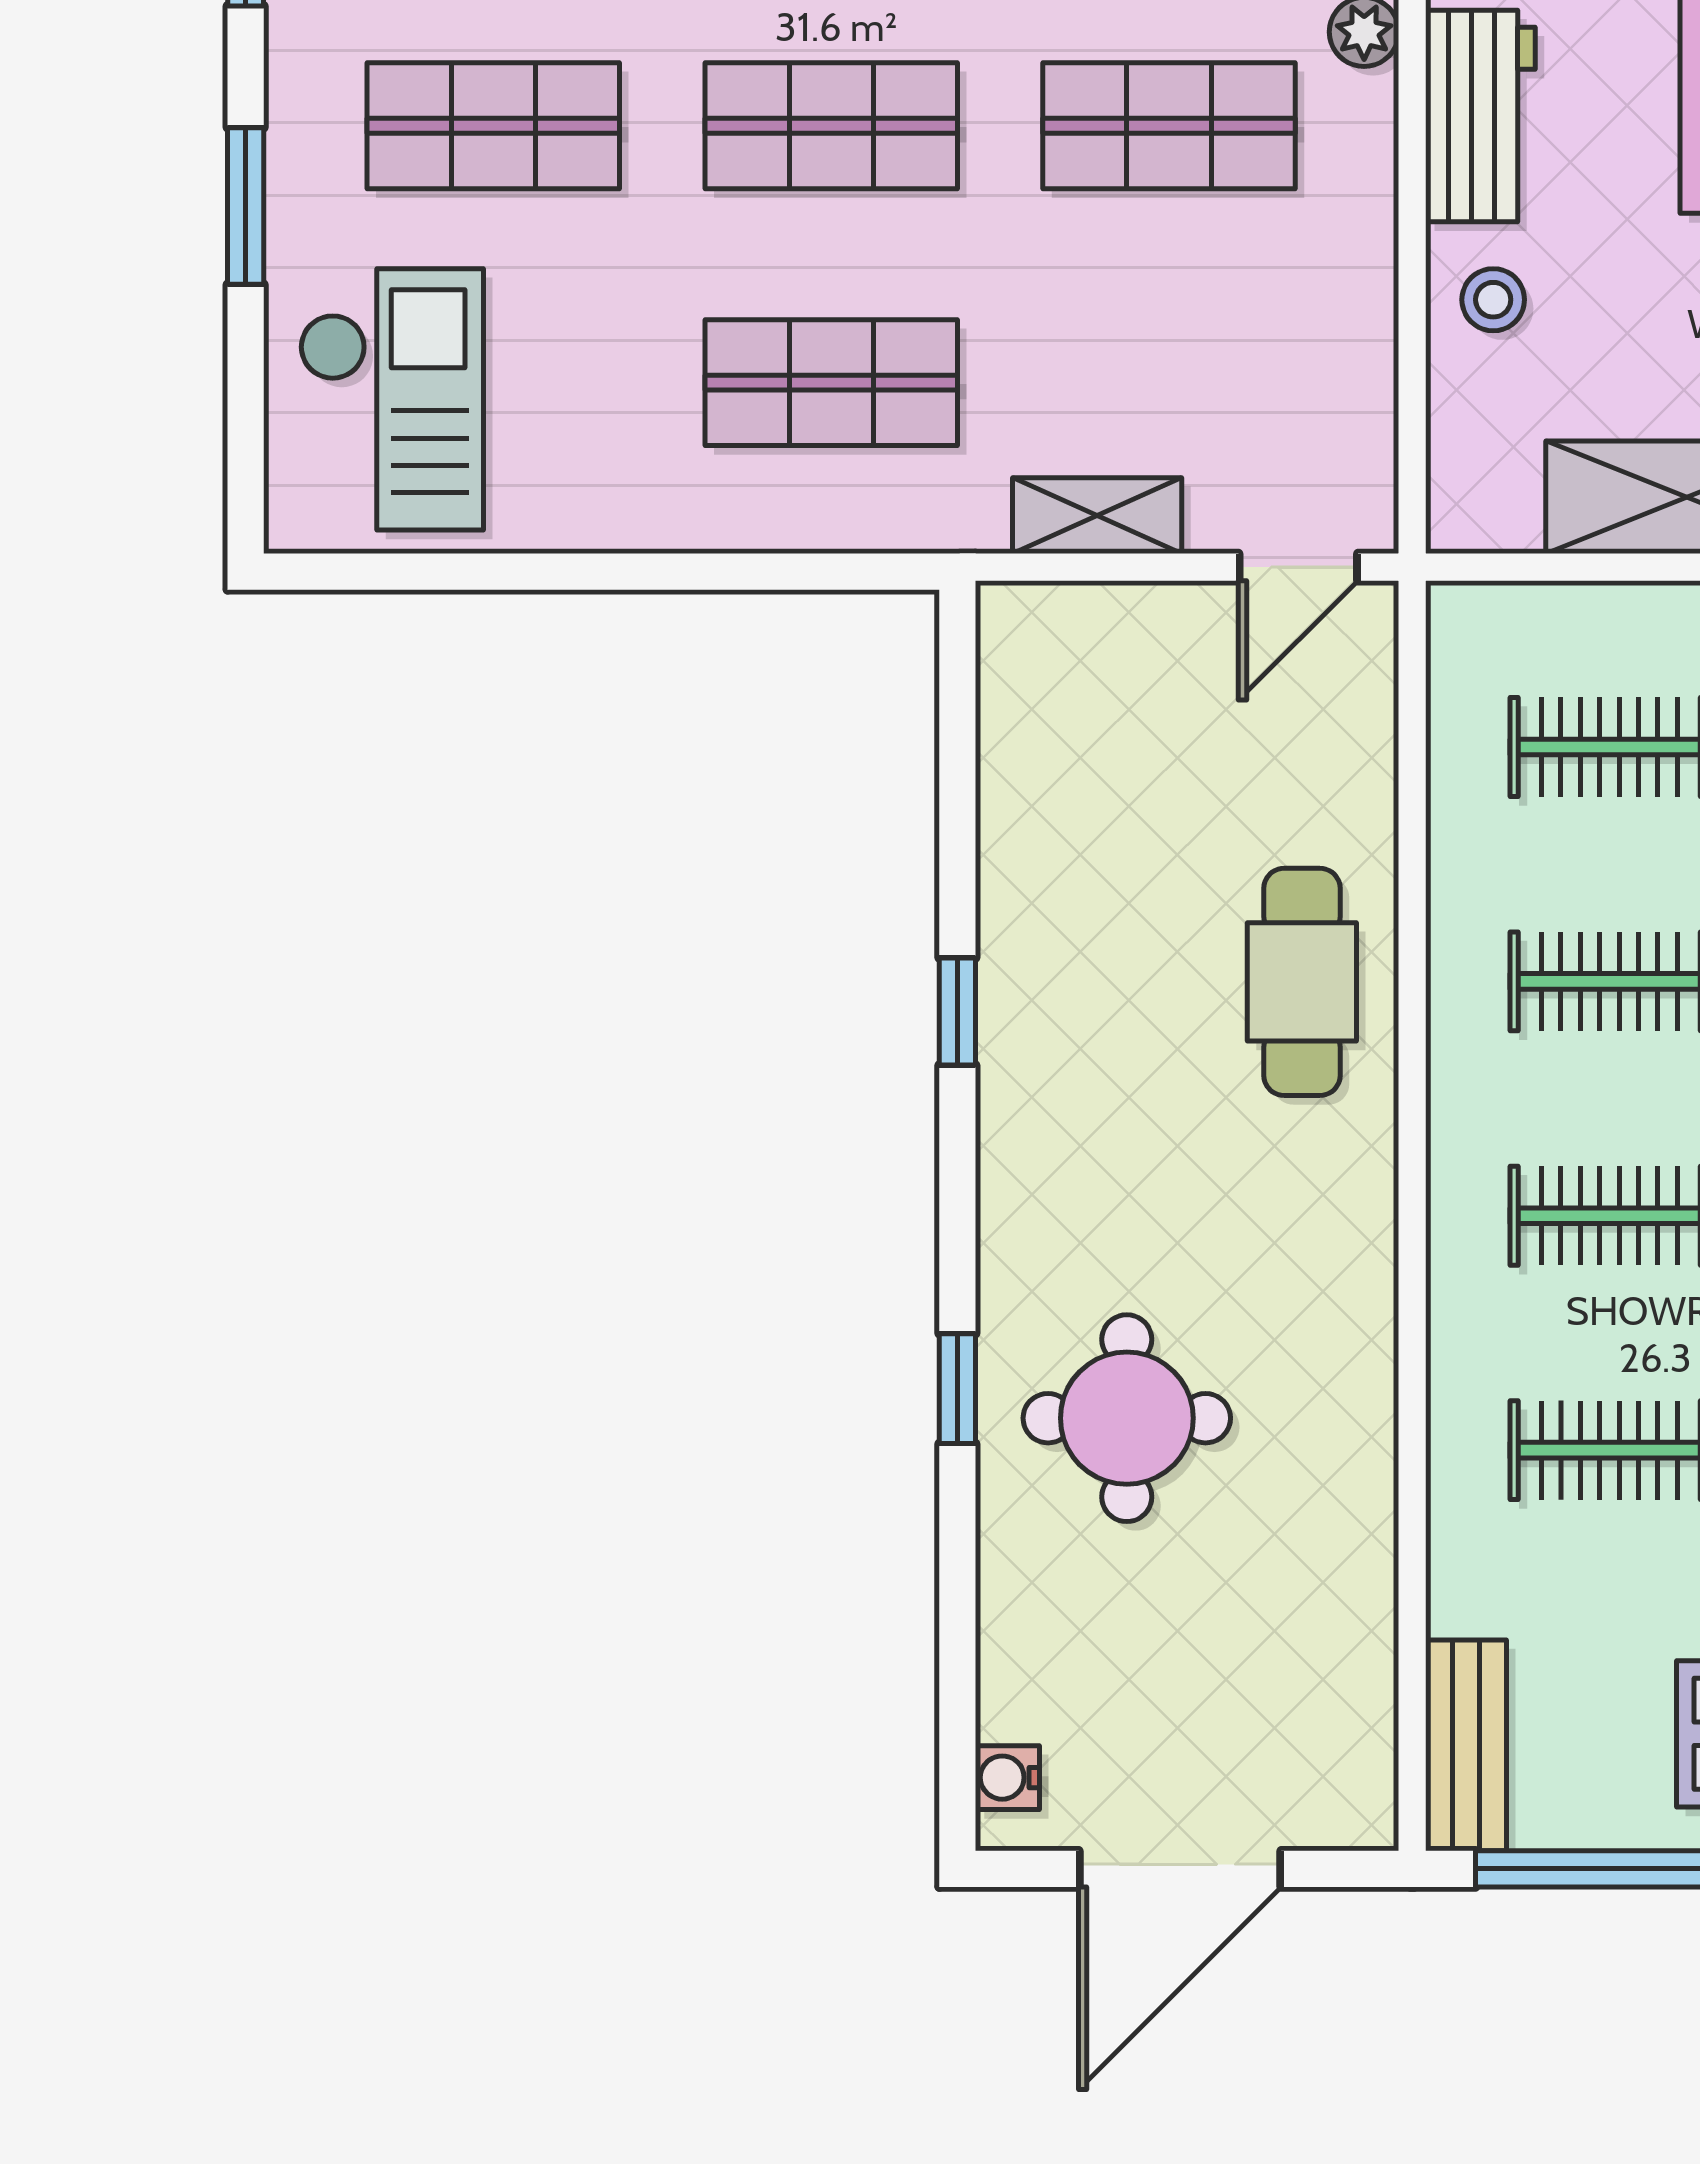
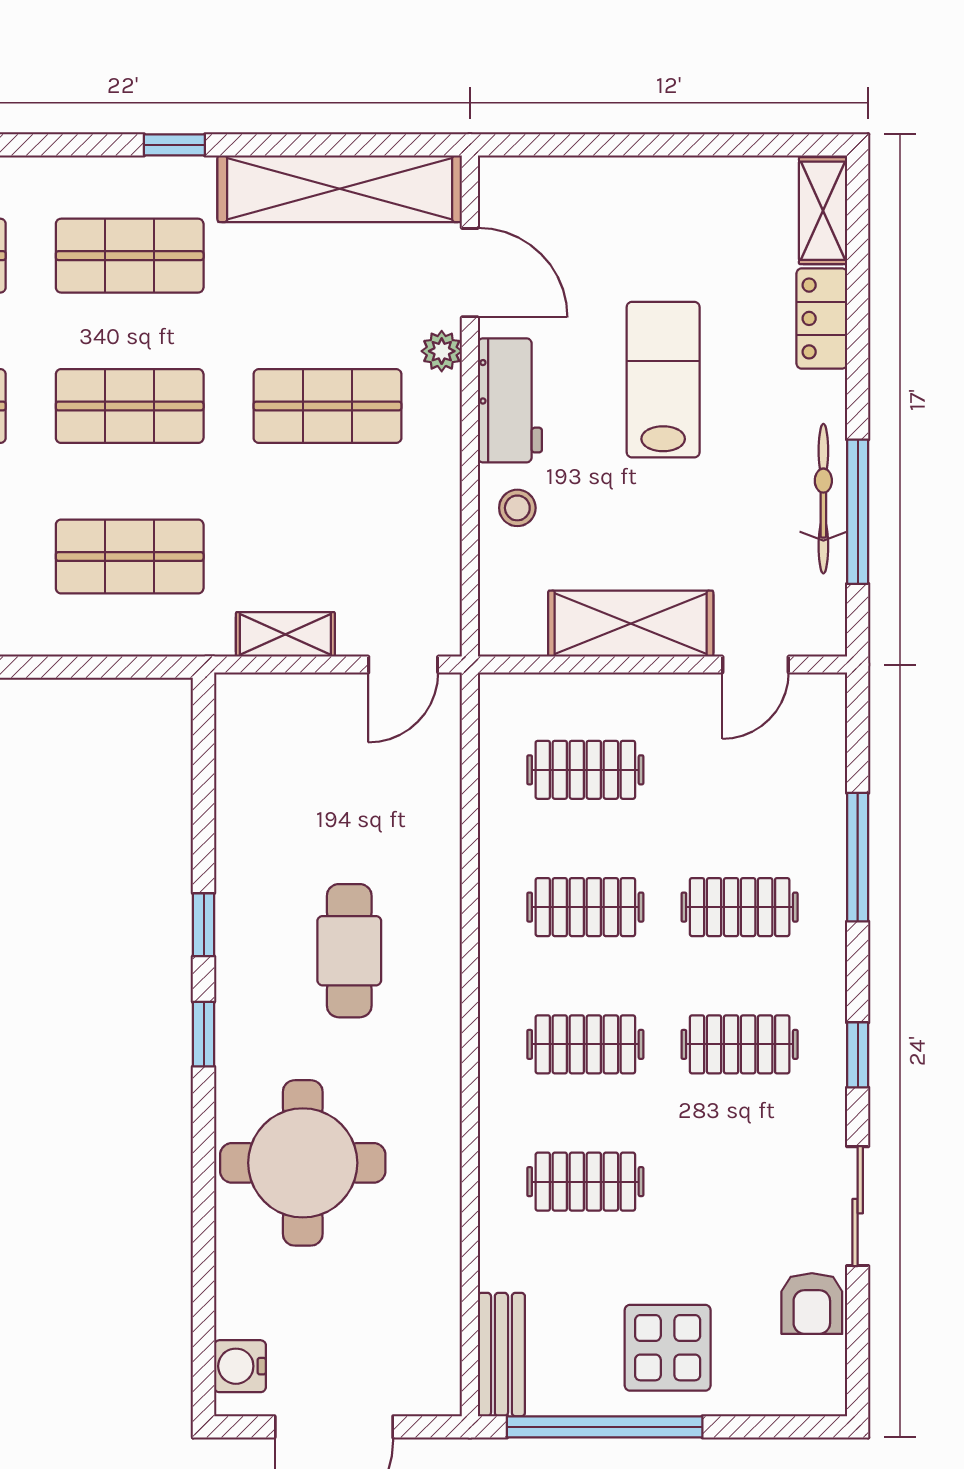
cafe table: (1302, 982) -> (349, 951), moved
window: (957, 1389) -> (204, 1034), moved
round table: (1127, 1418) -> (303, 1163), width x1.36, depth x1.36
water cooler: (1007, 1778) -> (240, 1366), width x1.38, depth x1.38

